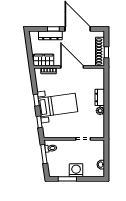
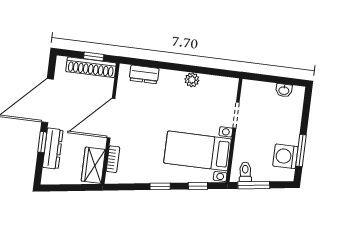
dresser: (100, 97) -> (144, 74), moved
bed with nightstands: (58, 105) -> (198, 151), moved, turned -82
washing machine: (76, 170) -> (285, 156), moved

